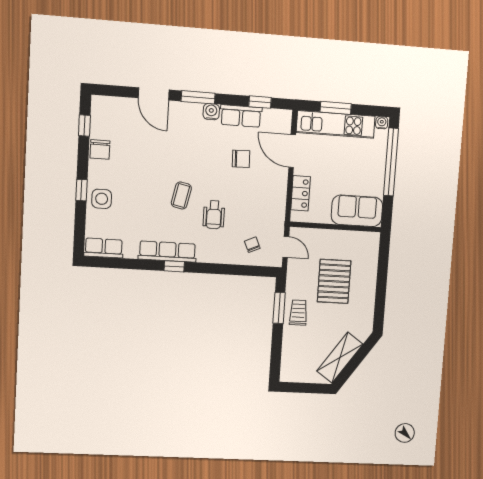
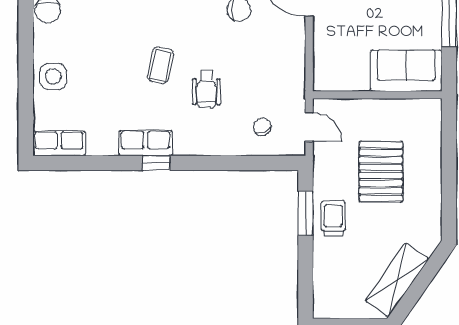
window: (81, 190) -> (26, 67), removed
locker: (301, 193) -> (325, 51), removed
row of seats: (167, 252) -> (146, 143), width x0.68

